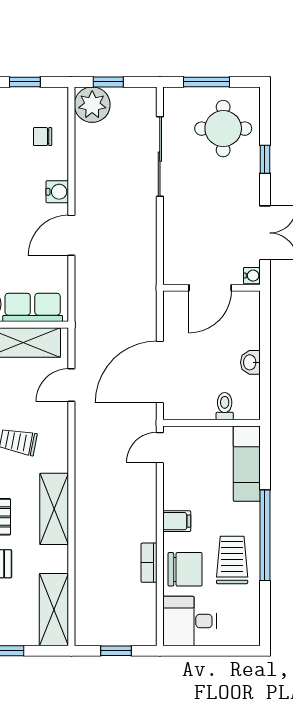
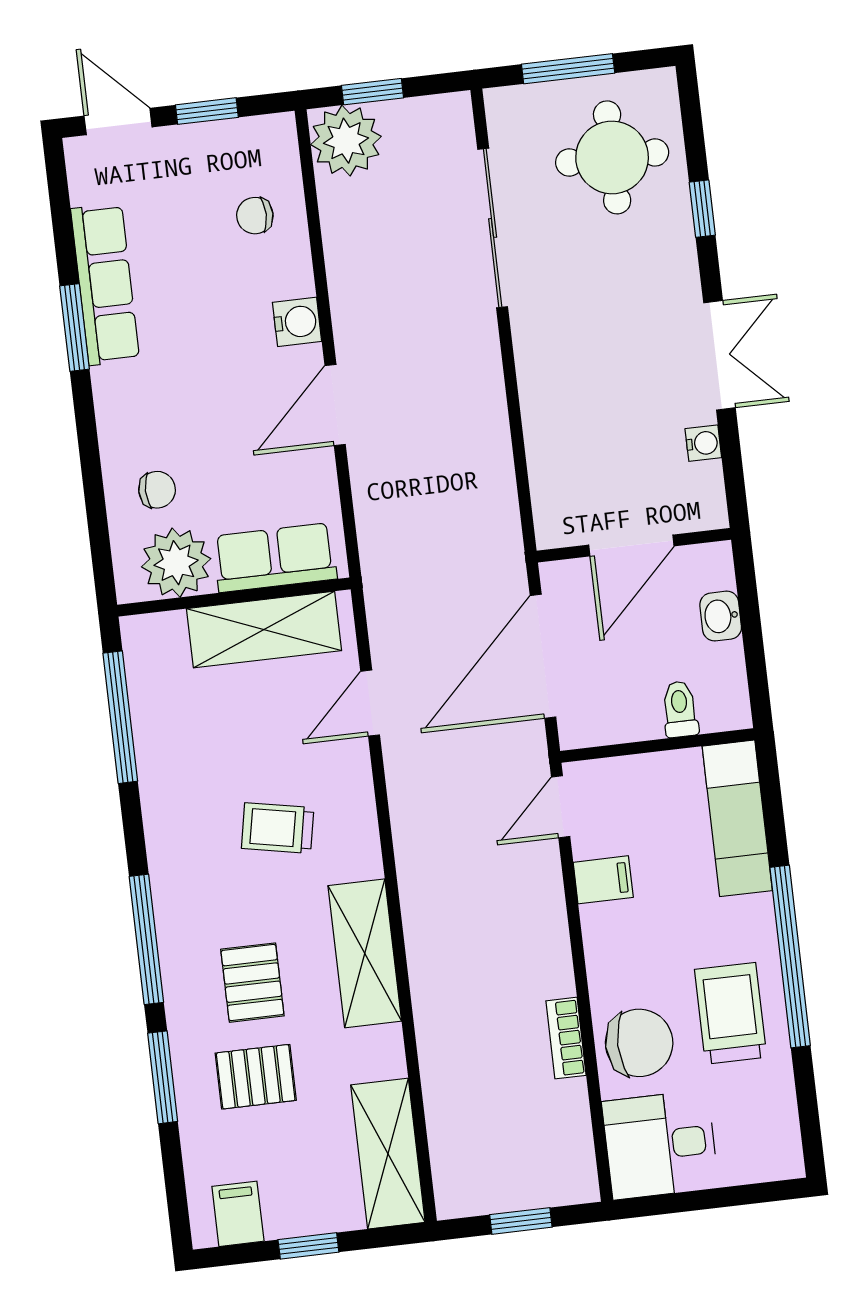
door: (210, 288) -> (631, 545), moved
wall: (211, 288) -> (634, 545), moved
filing cabinet: (177, 521) -> (603, 880), moved

